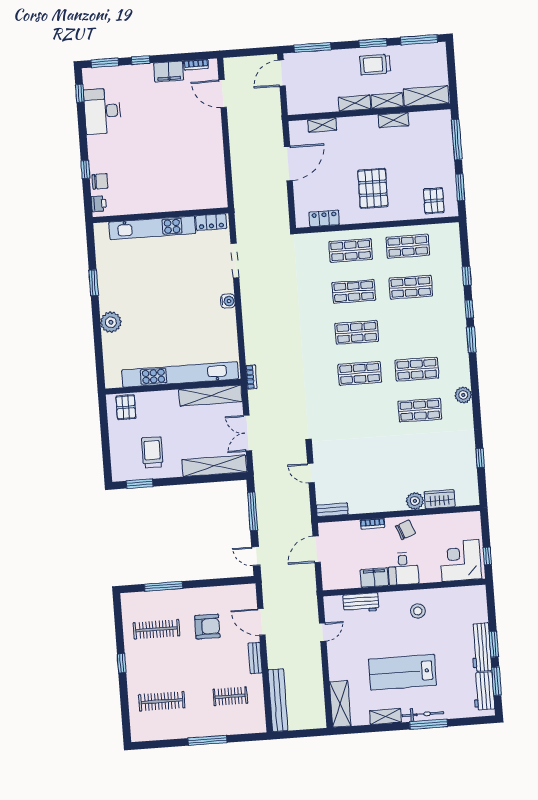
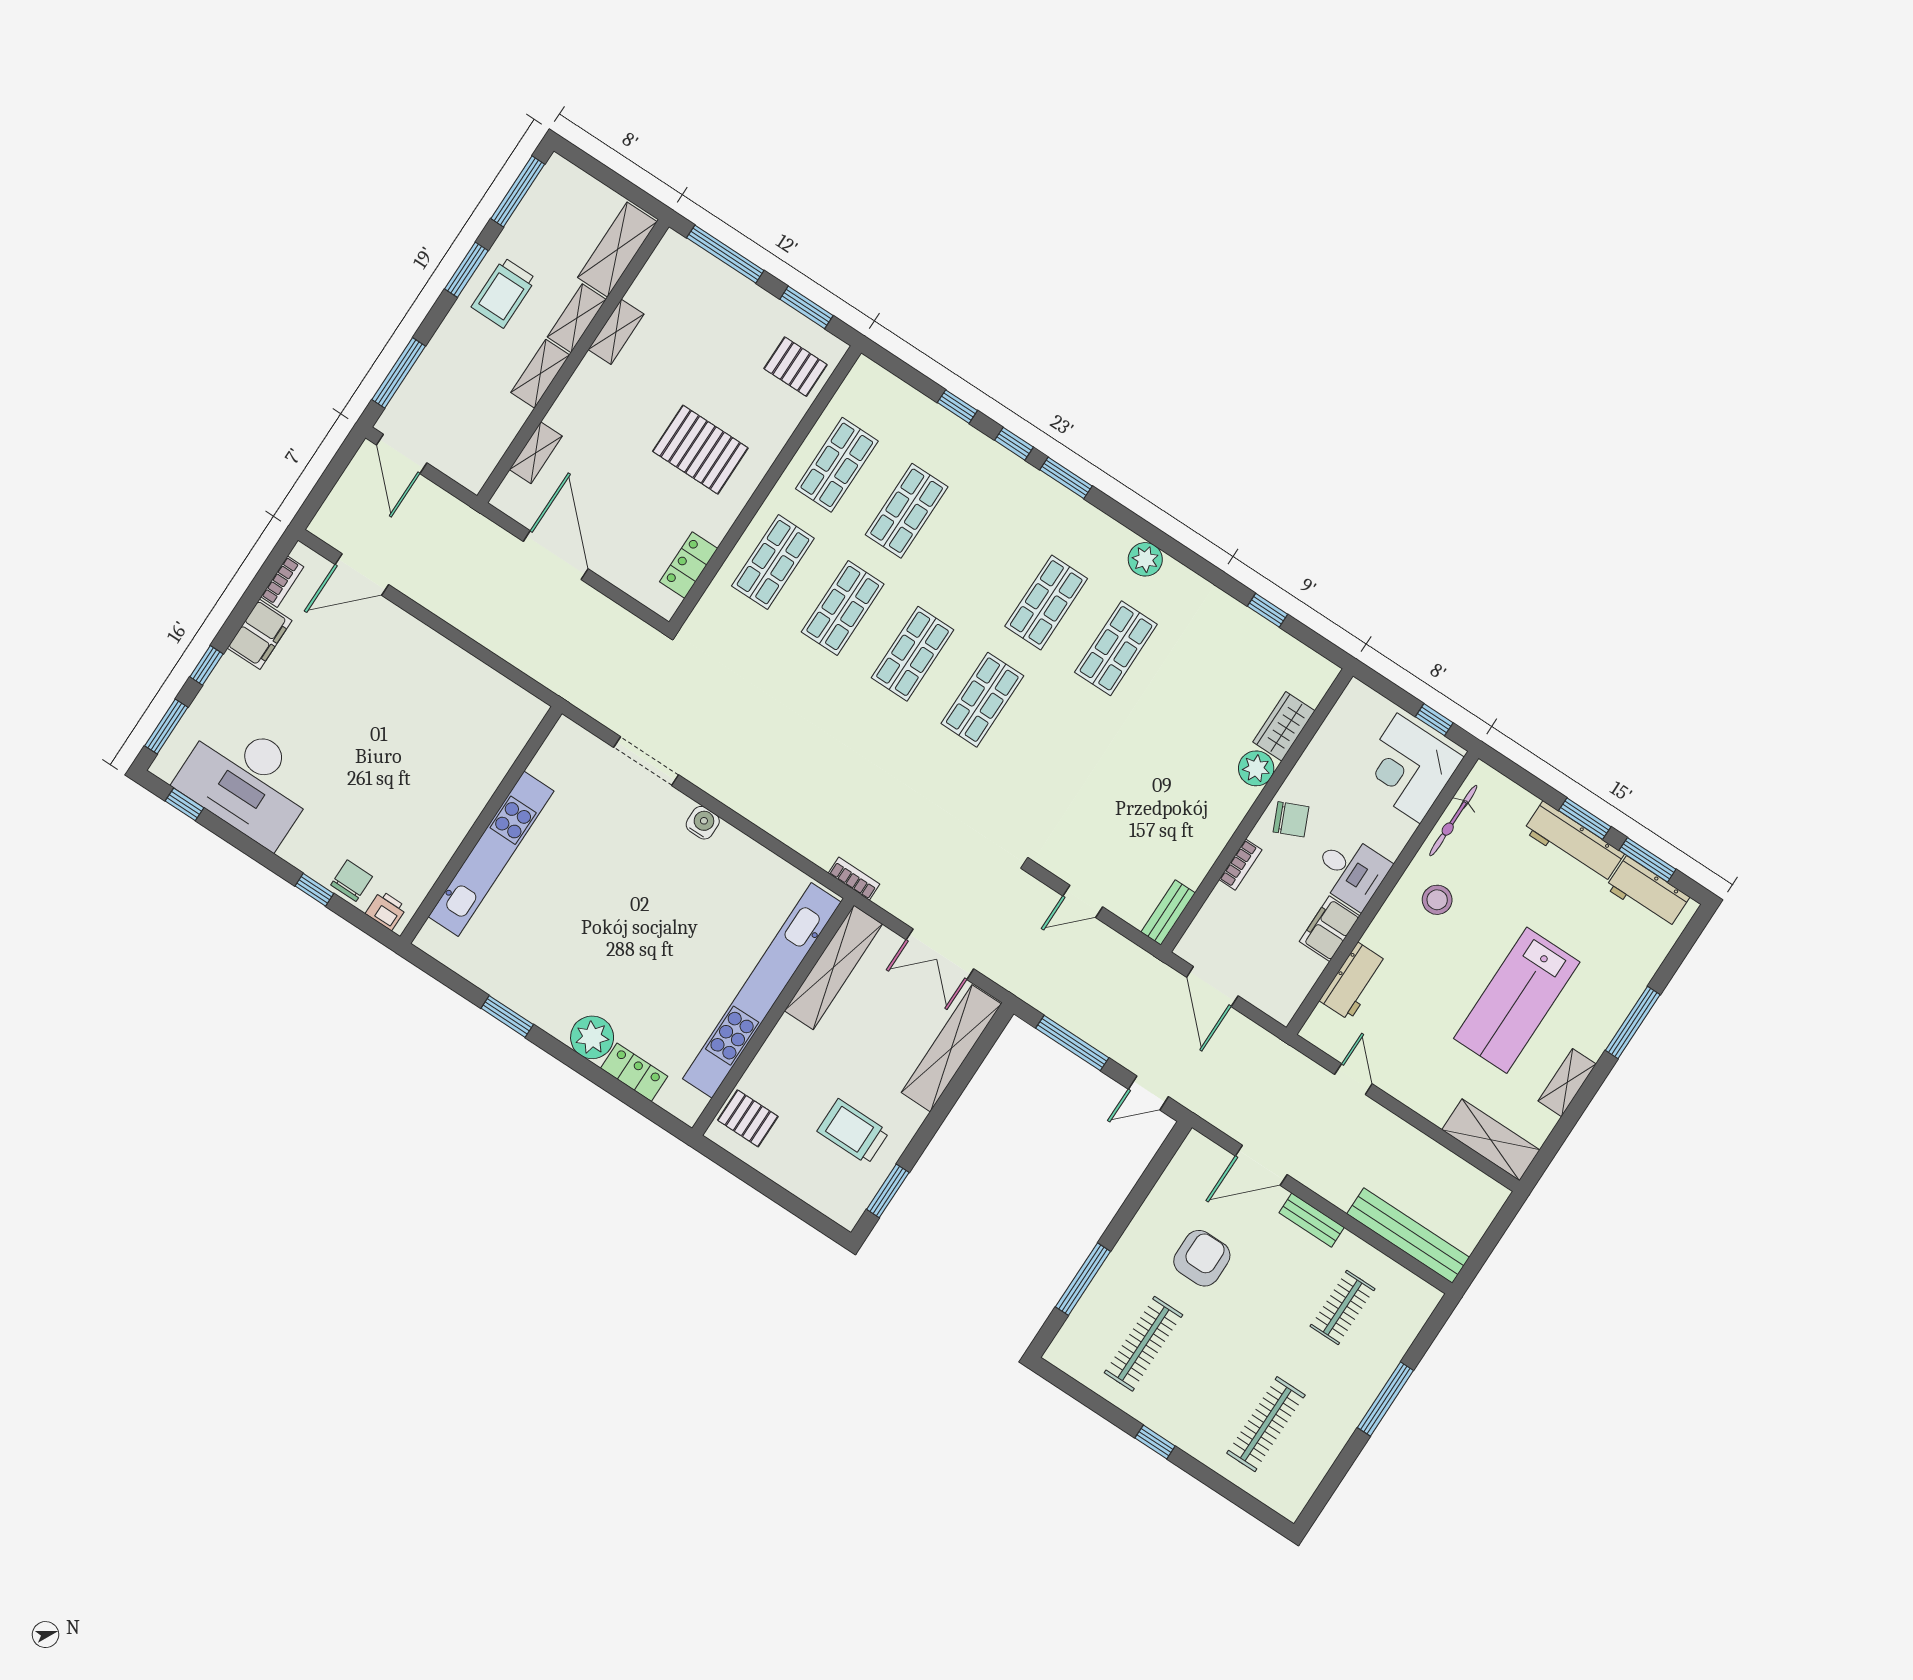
desk: (102, 111) -> (247, 781), width x1.36, depth x1.30
locker: (211, 222) -> (634, 1072), moved, turned -90
chair: (405, 530) -> (1291, 819), turned 87
bicycle: (423, 714) -> (1453, 821), moved, turned 180

